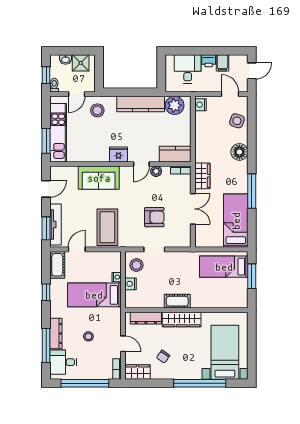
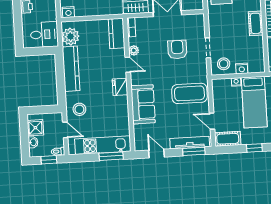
desk: (188, 69) -> (44, 35), moved, turned 180

